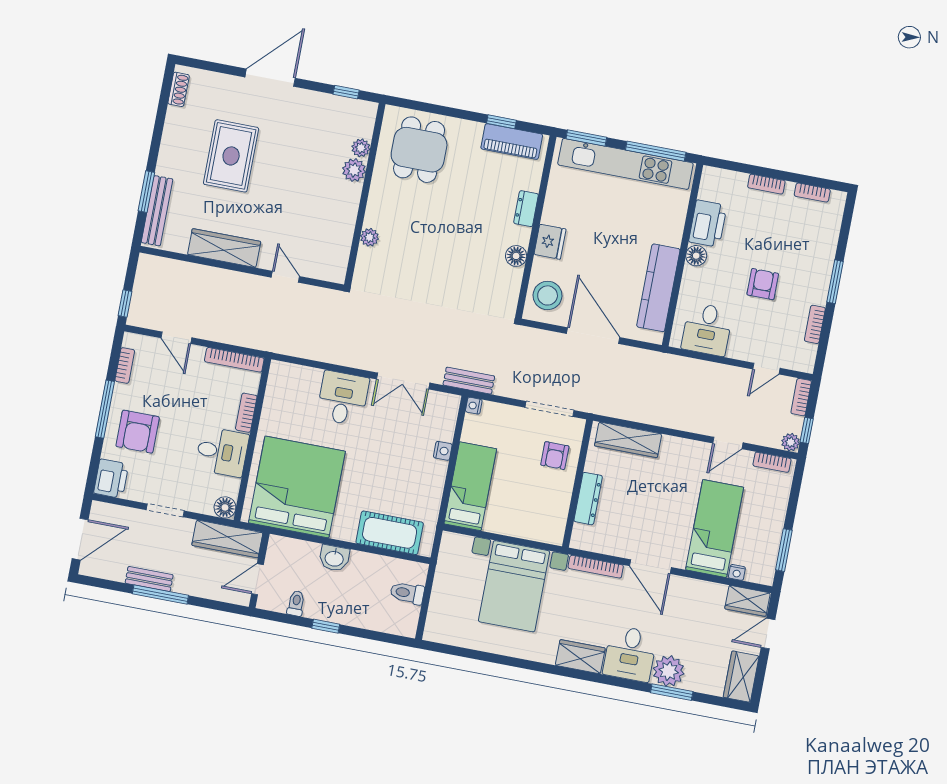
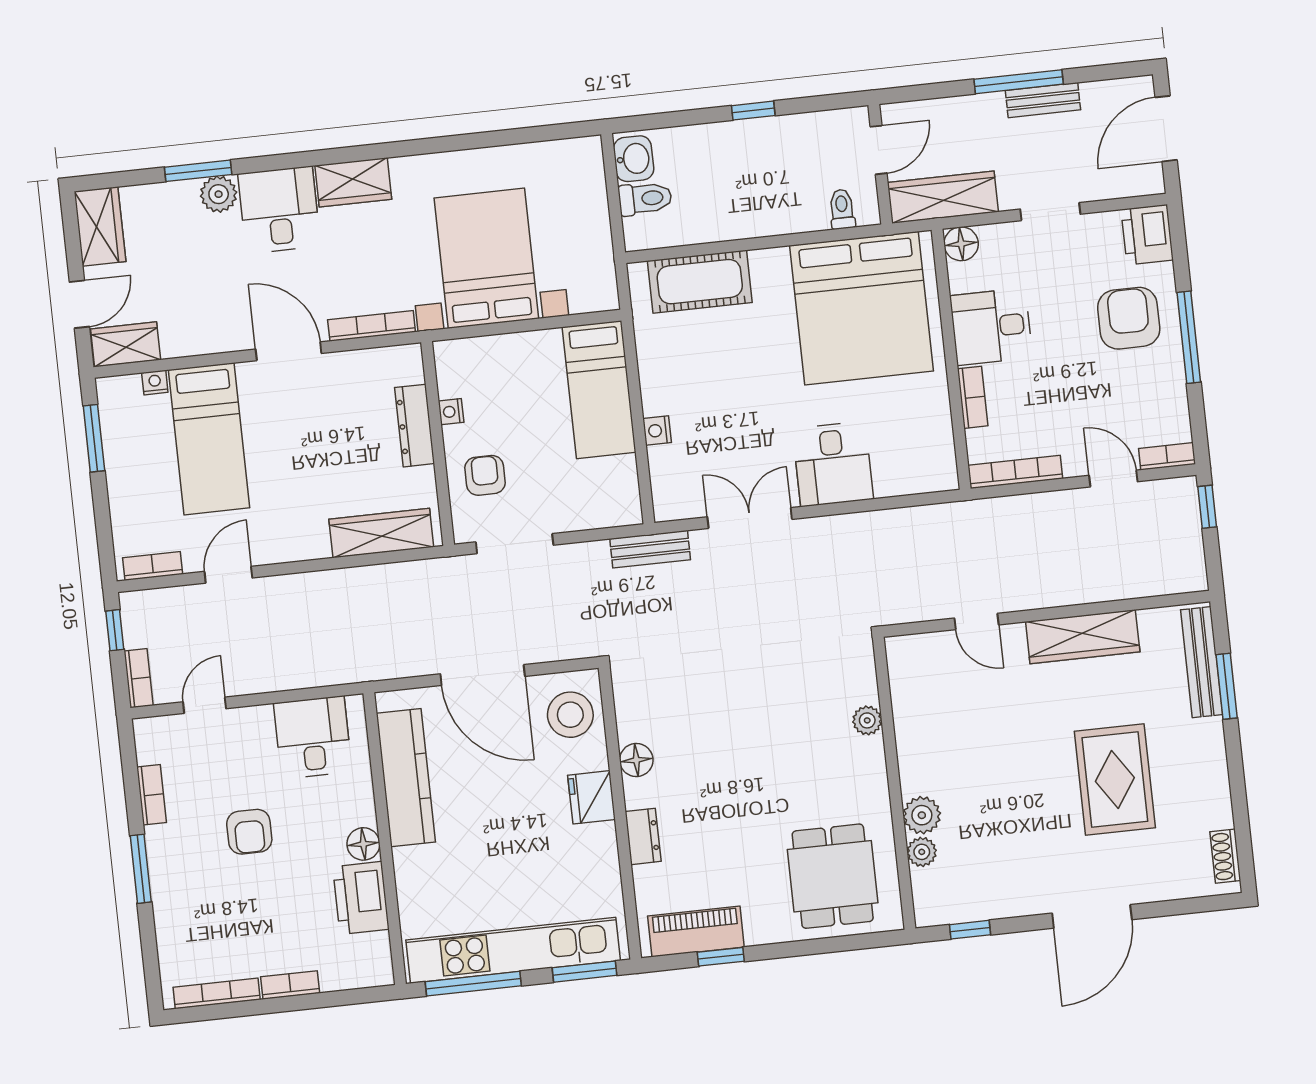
bookcase: (812, 193) -> (217, 993), width x1.56
bookcase: (125, 365) -> (1167, 456), moved, turned 90
nightstand: (474, 406) -> (451, 412), moved, turned 180
plant: (791, 442) -> (134, 605), removed
washbasin: (334, 558) -> (634, 159), moved, turned 90
toilet: (296, 603) -> (842, 209), moved, turned 180
plant: (669, 671) -> (219, 194), width x0.73, depth x0.73

